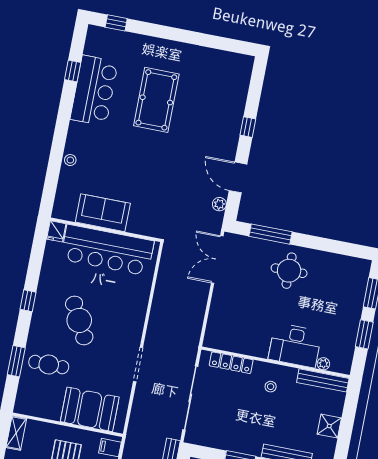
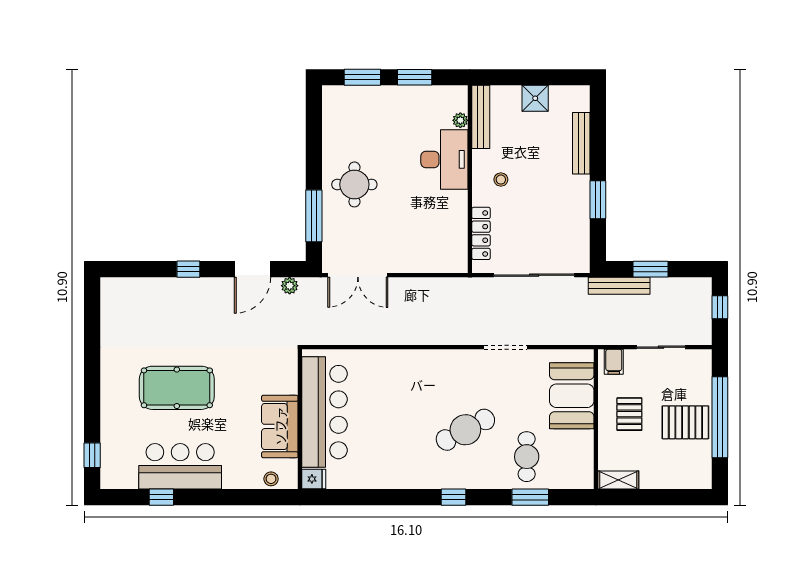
sofa: (103, 213) -> (280, 426), moved
wall: (105, 230) -> (300, 419), moved
fridge: (56, 231) -> (314, 479), moved
bar counter: (107, 250) -> (325, 412), moved

